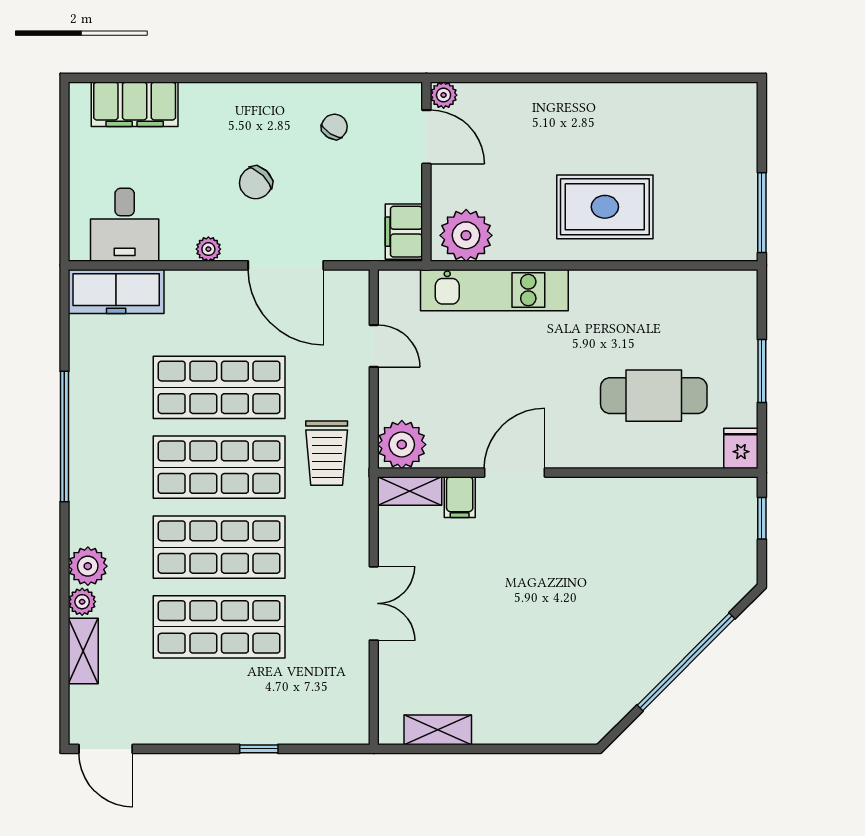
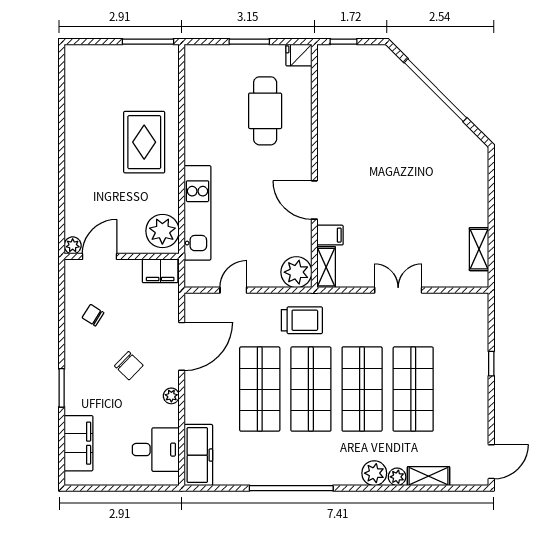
window: (221, 78) -> (62, 388), added

